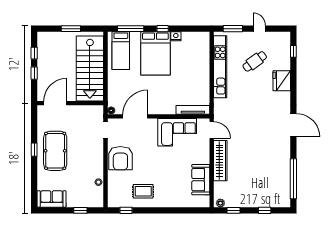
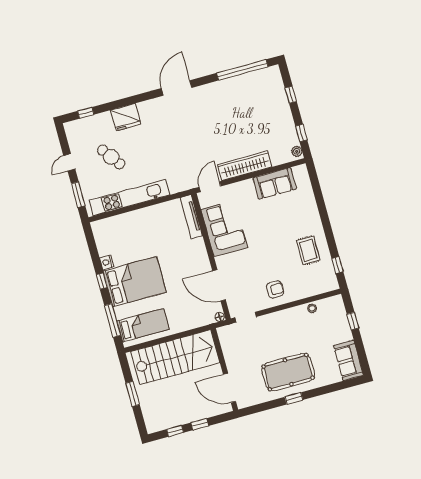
armchair: (120, 158) -> (275, 289), width x0.53, depth x0.53

